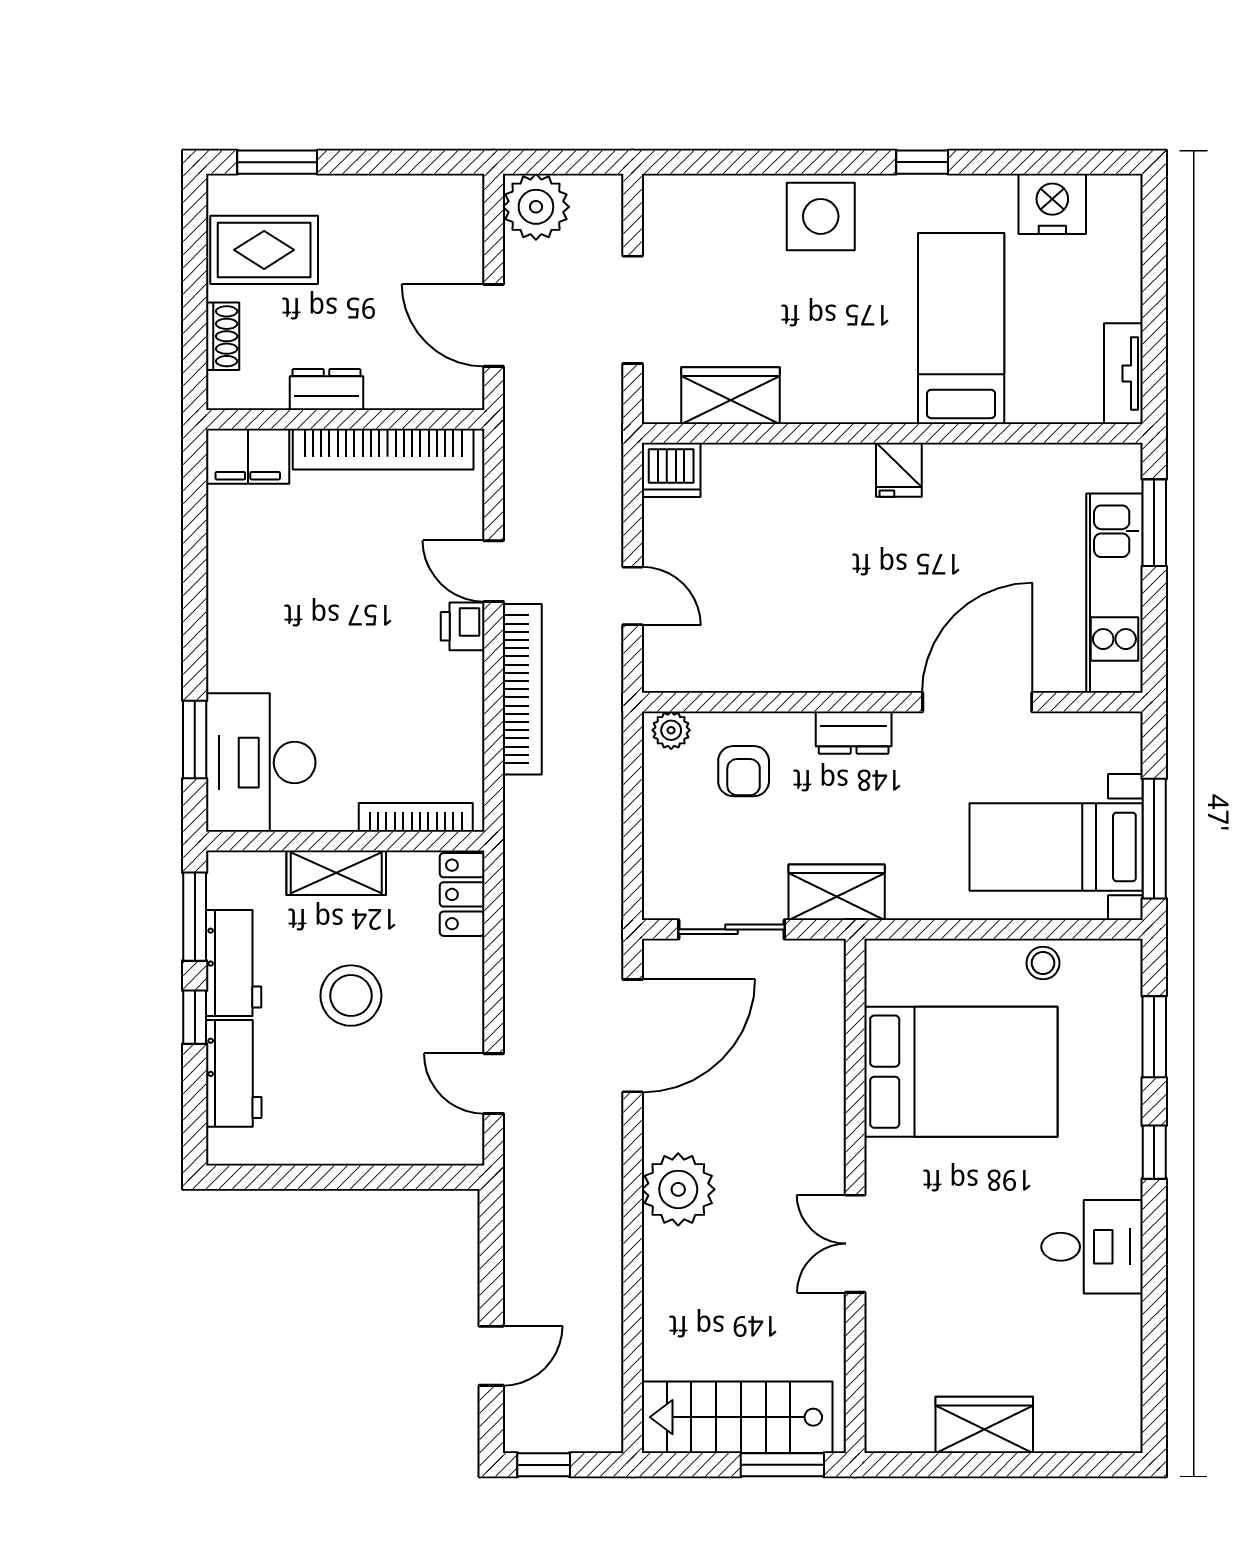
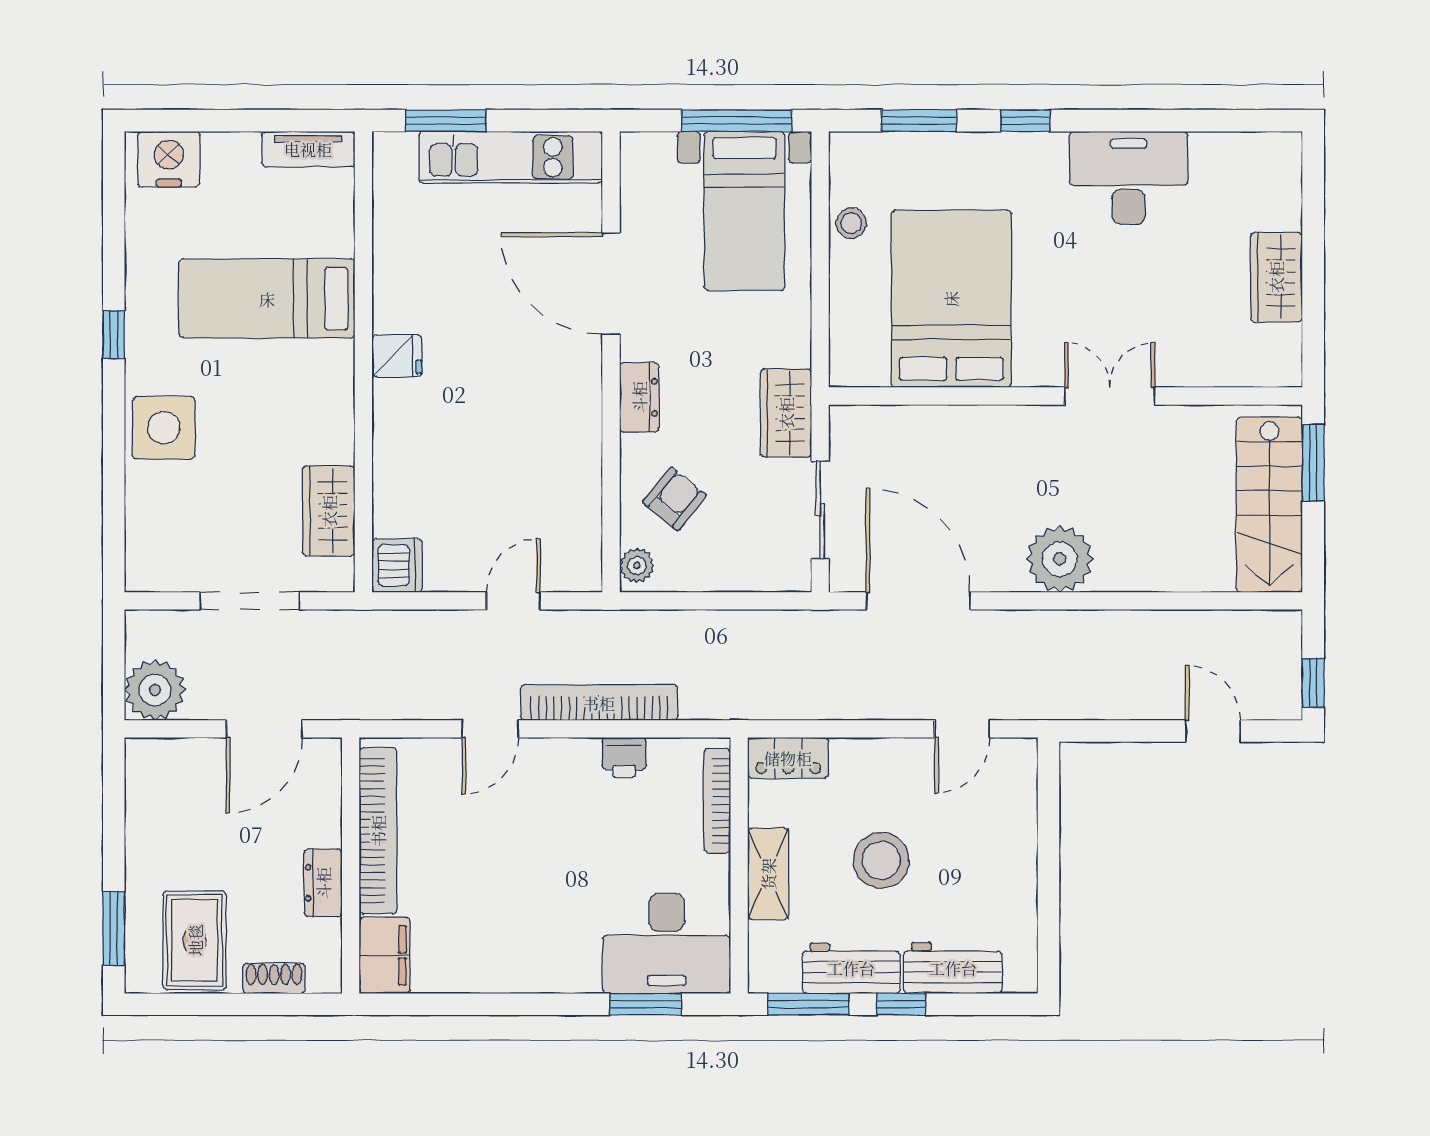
nightstand: (1052, 204) -> (169, 159), moved, turned 90
printer: (463, 626) -> (624, 758), moved
armchair: (744, 771) -> (674, 499), turned -51
double door: (855, 1244) -> (1110, 396), swing flipped
desk: (1092, 1247) -> (1129, 178), width x1.37

